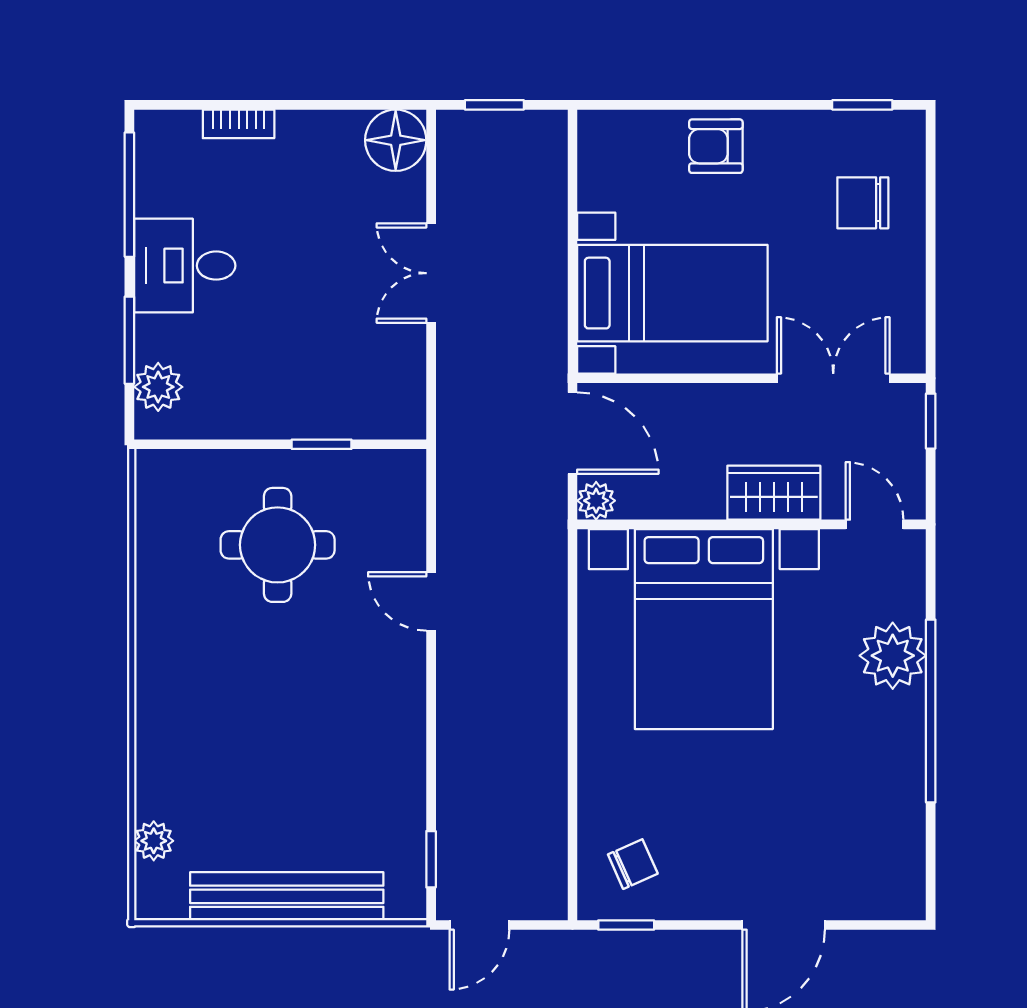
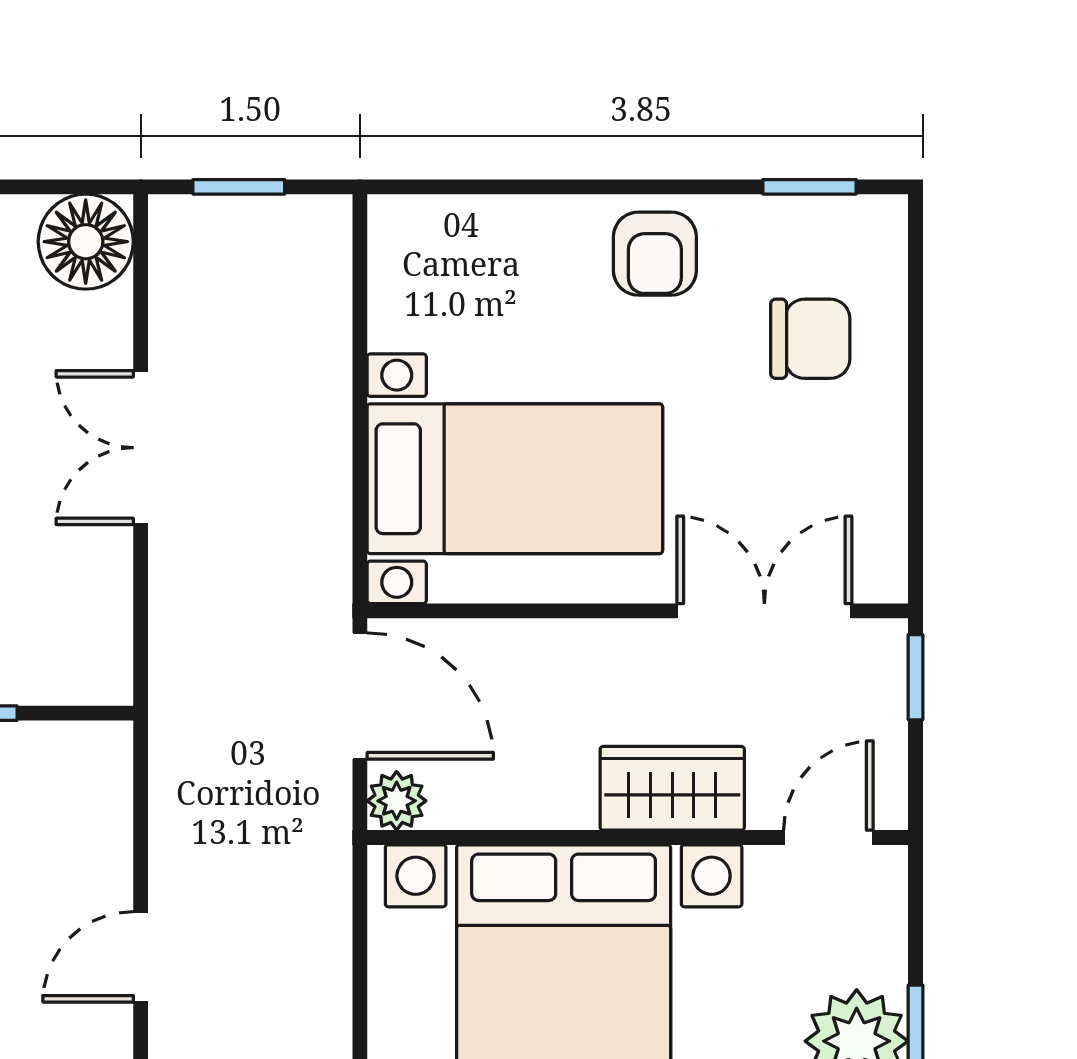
armchair: (716, 146) -> (655, 254), moved, turned -90
chair: (863, 203) -> (810, 339), turned 180
door: (875, 524) -> (828, 837), hinge flipped
door: (431, 601) -> (141, 957), hinge flipped

